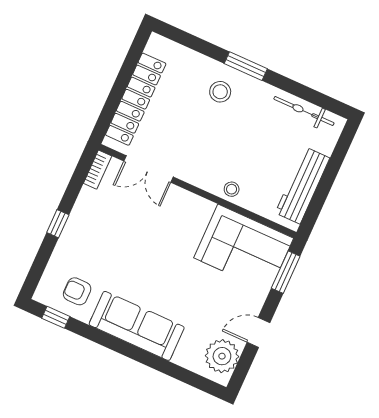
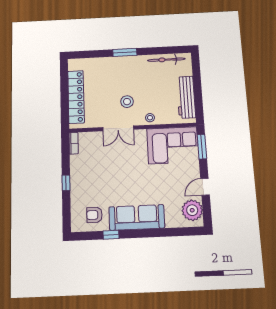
stool: (220, 92) -> (127, 102), moved
double door: (149, 169) -> (118, 128), moved
window: (56, 317) -> (111, 235), moved

